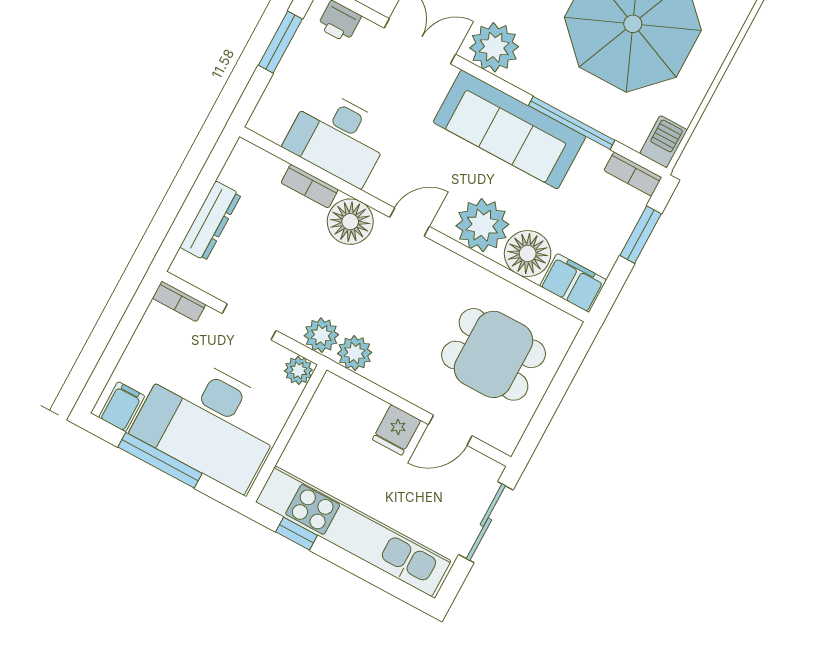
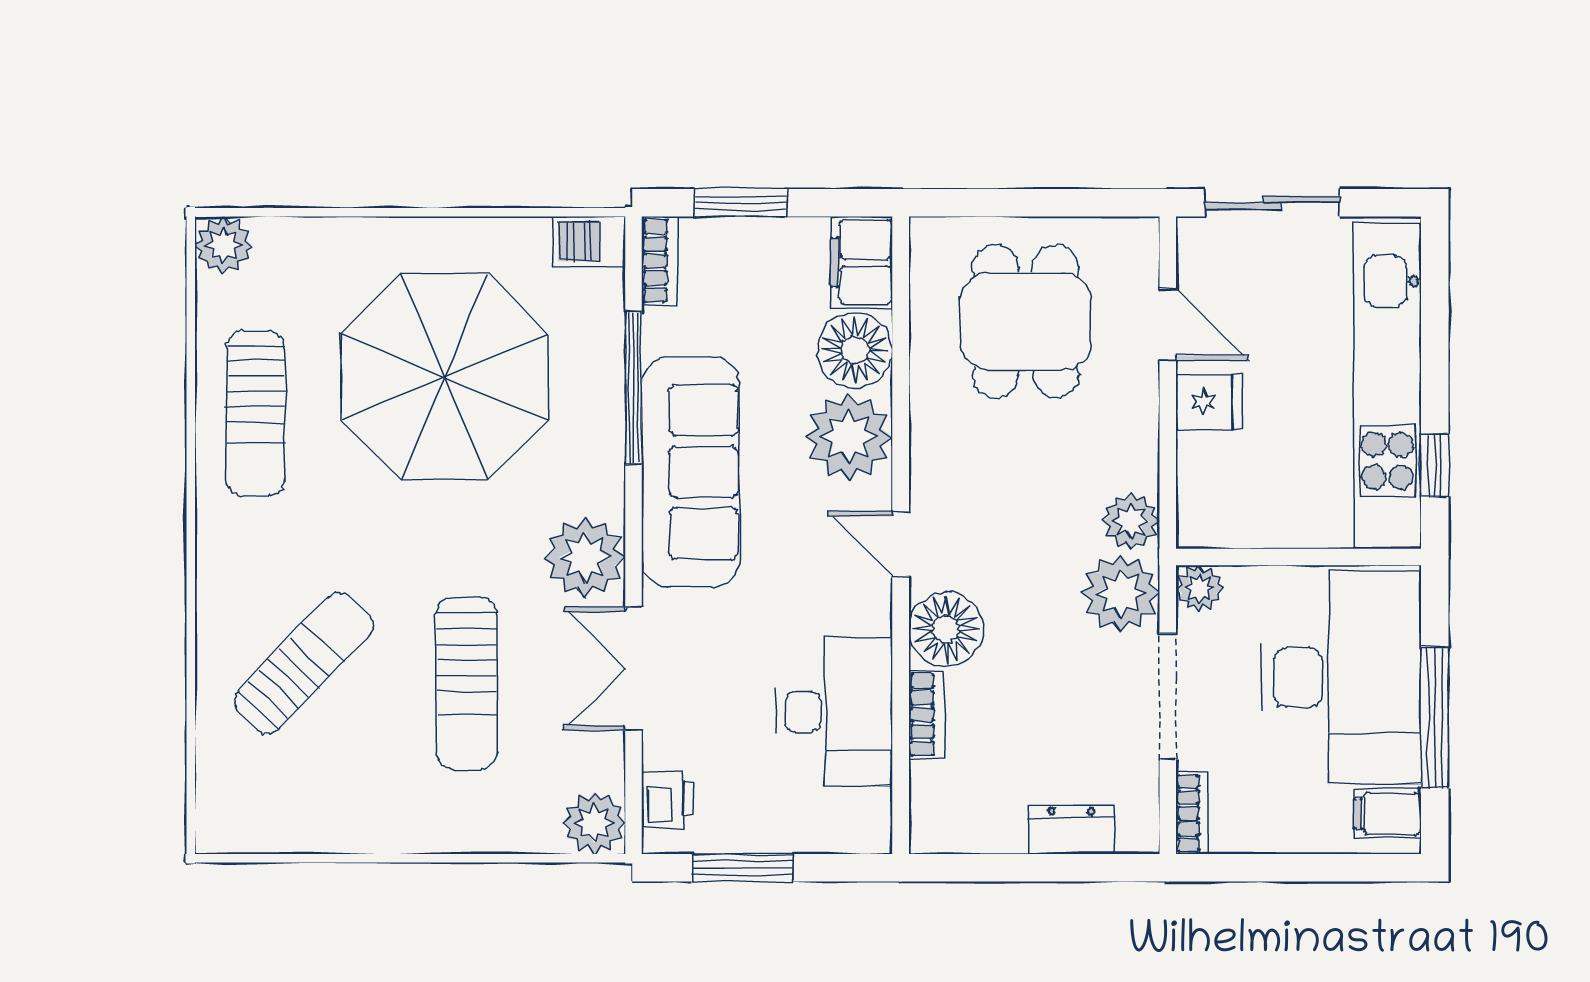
dresser: (211, 221) -> (1071, 830), width x0.70
doorway: (249, 322) -> (1168, 697), width x1.38
plant: (321, 335) -> (1121, 593), width x1.36, depth x1.36

